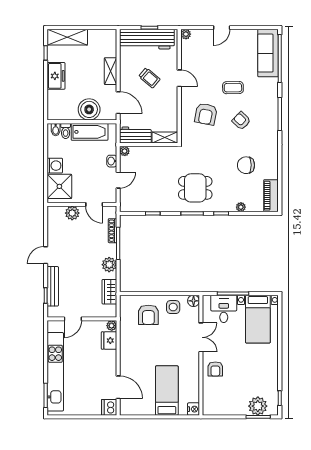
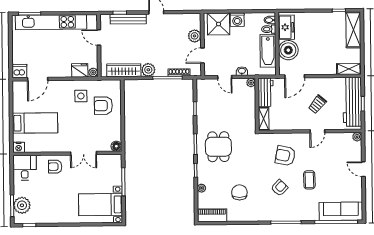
shelving: (111, 71) -> (349, 69), moved
freezer: (56, 76) -> (286, 27), moved, turned -90
wardrobe: (109, 292) -> (124, 70), width x1.50
side table: (173, 307) -> (81, 96), moved
desk: (224, 309) -> (25, 168), moved, turned -90

